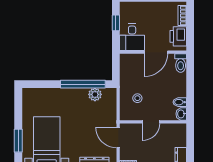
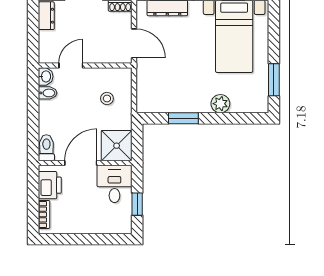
shower: (131, 65) -> (117, 146), added
window: (83, 84) -> (183, 118), width x0.47
plant: (95, 94) -> (220, 104), moved
door: (151, 122) -> (71, 65), moved
window: (18, 141) -> (274, 80), moved

